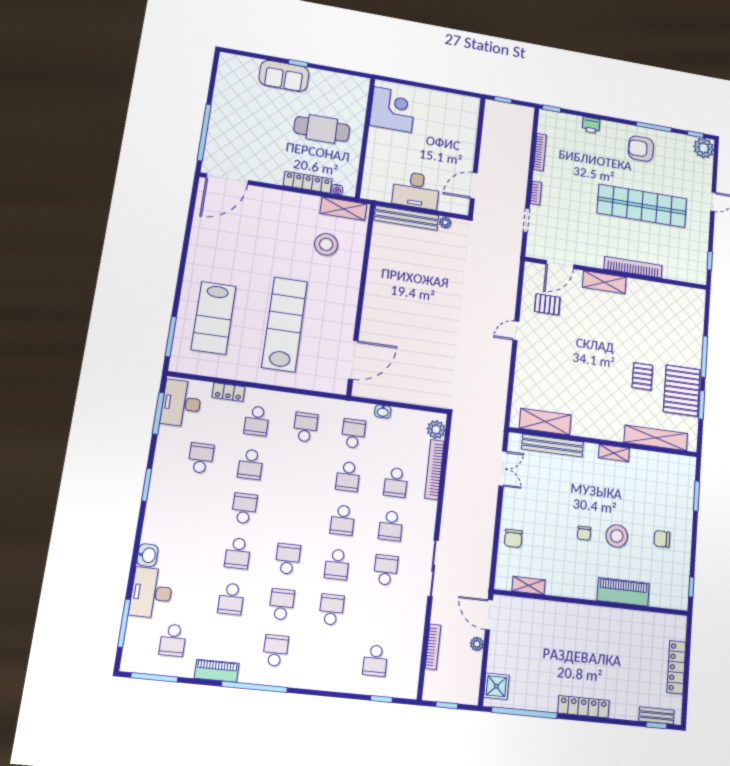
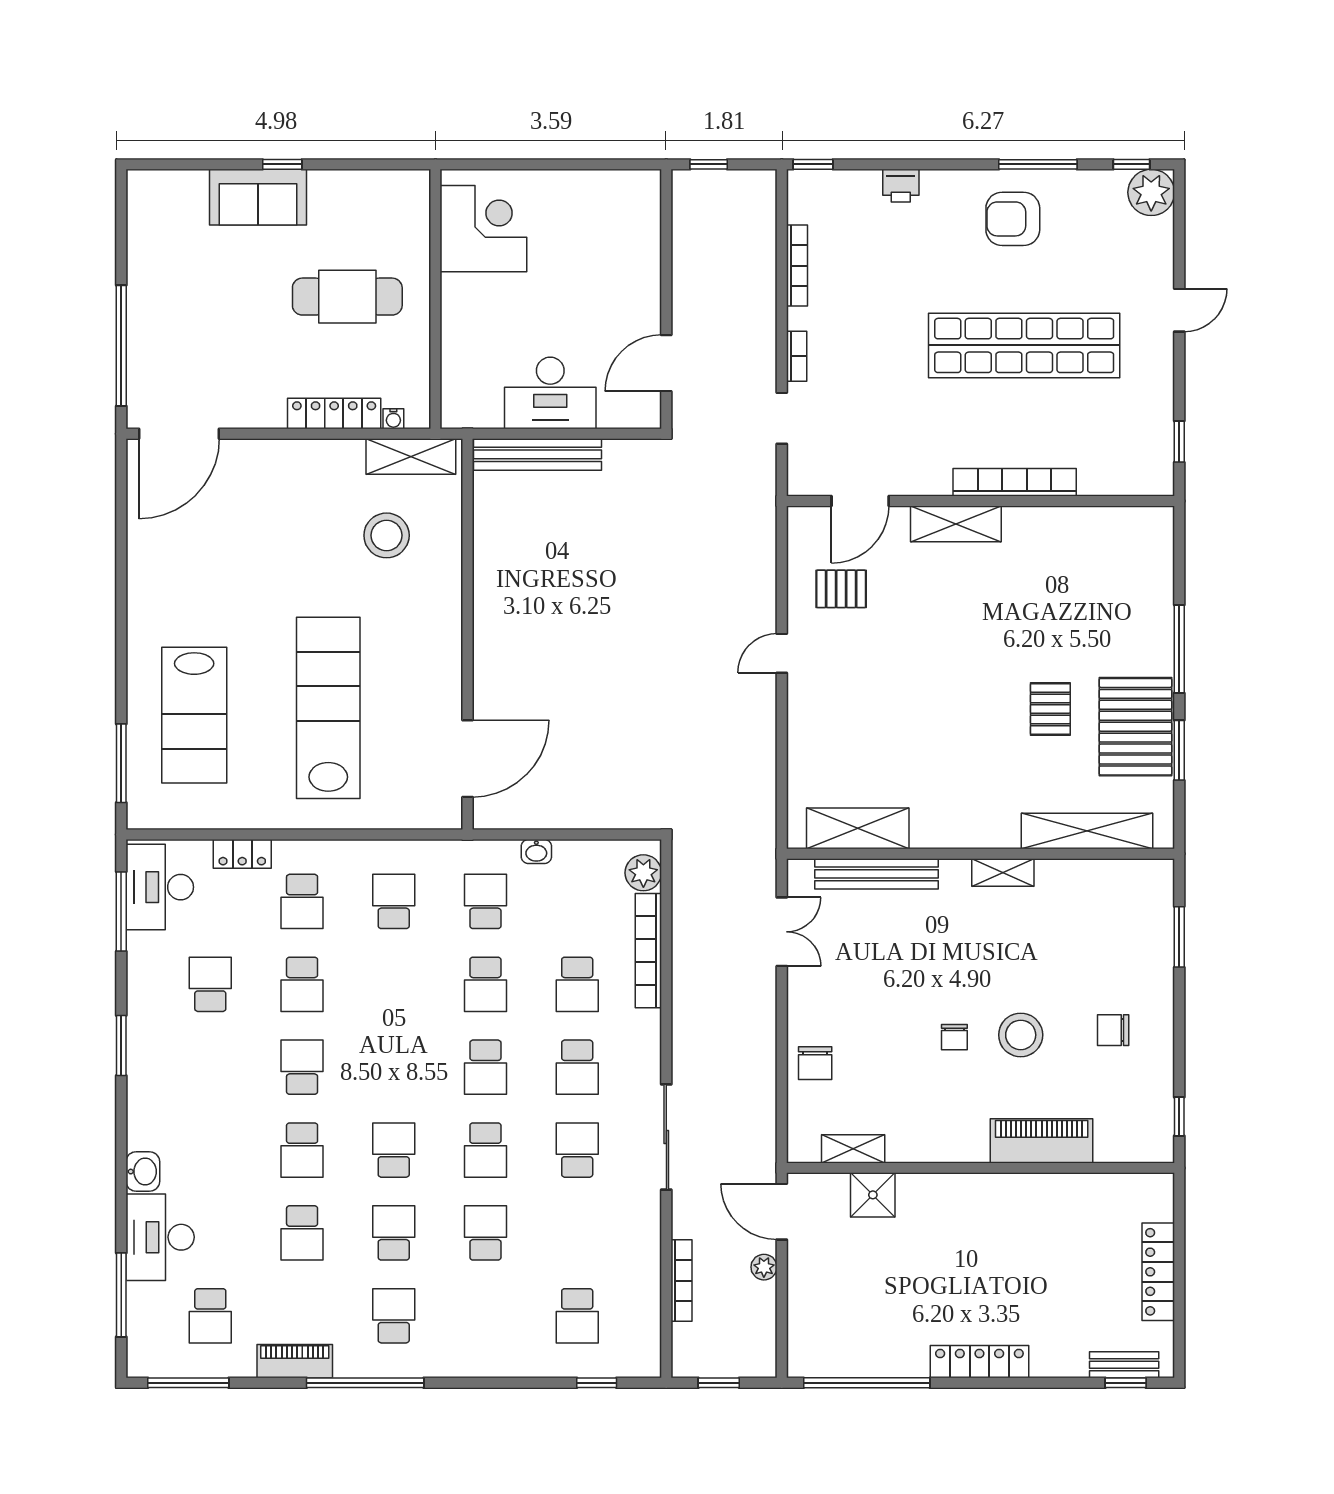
plant: (445, 222) -> (616, 451), removed
shower: (496, 686) -> (873, 1195), moved

